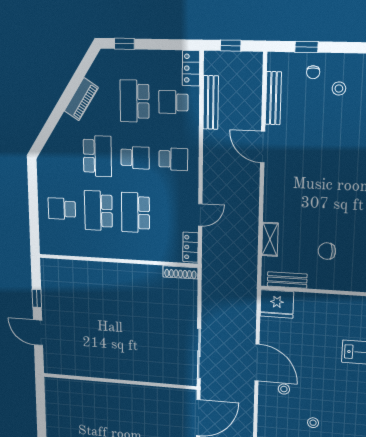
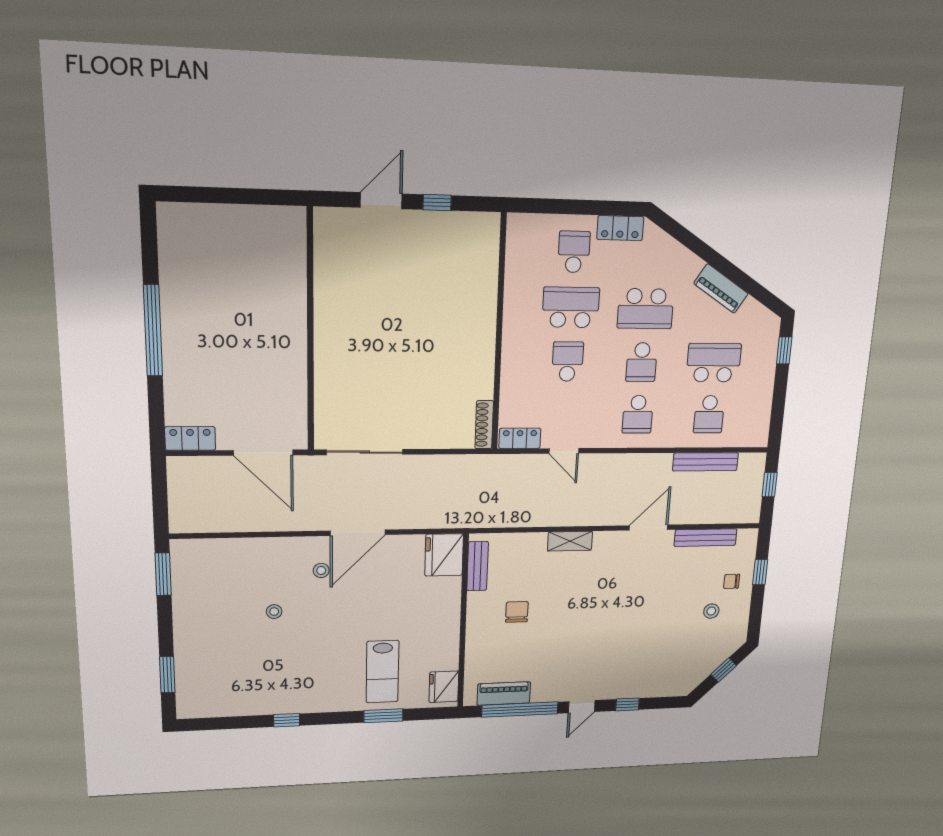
locker: (191, 68) -> (620, 228), moved, turned 180
school desk: (173, 102) -> (709, 414), turned 180
school desk: (135, 213) -> (568, 362), width x0.54
shelving: (270, 239) -> (570, 541), moved

